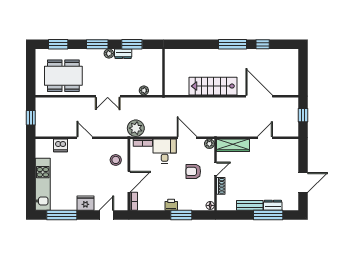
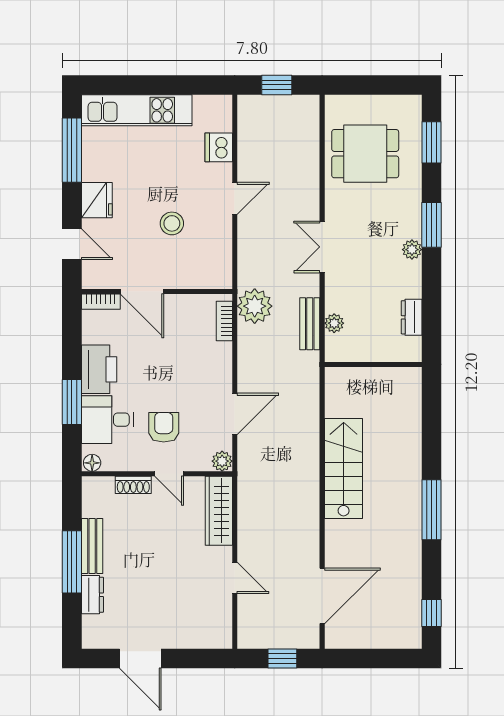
window: (132, 44) -> (432, 298), removed
window: (263, 44) -> (432, 613), moved
dresser: (123, 54) -> (412, 317), moved
dining table: (63, 76) -> (365, 154), width x0.73
door: (259, 96) -> (322, 596), moved
bench: (144, 102) -> (310, 324), added
desk: (165, 151) -> (107, 420), moved, turned 180
stool: (116, 160) -> (172, 223), moved
printer: (171, 205) -> (99, 369), width x1.87, depth x1.48
window: (268, 215) -> (72, 562), moved

